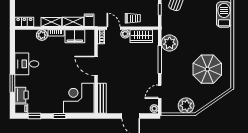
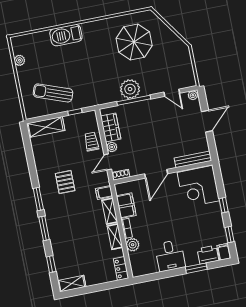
plant: (170, 43) -> (130, 89), moved
plant: (186, 106) -> (182, 59), removed

